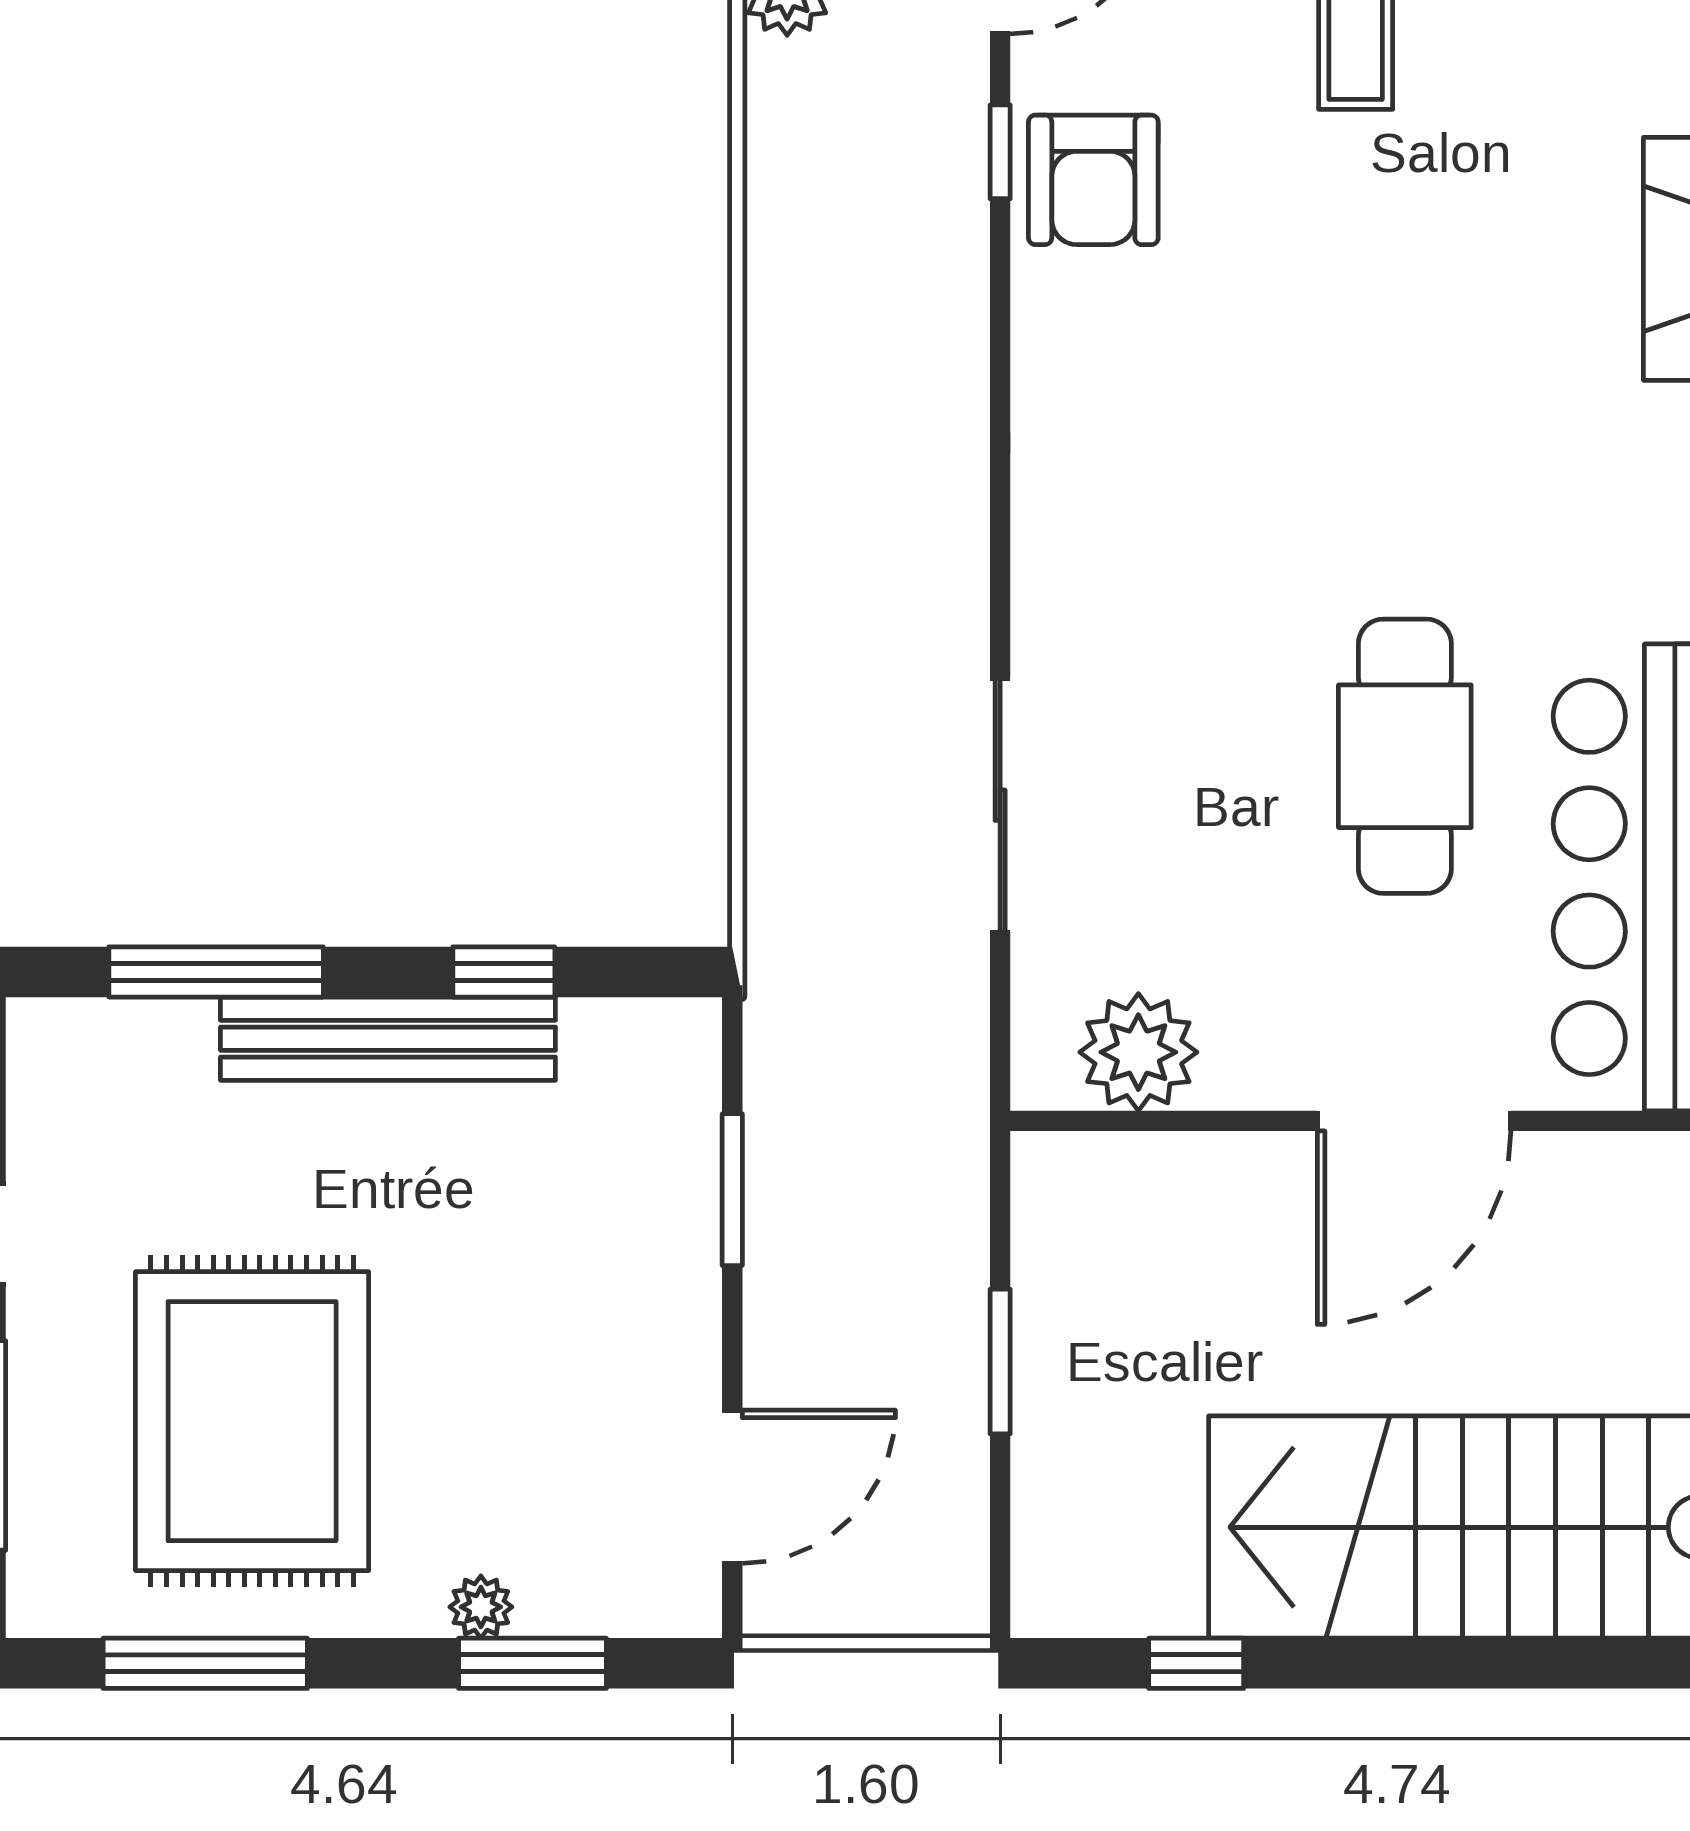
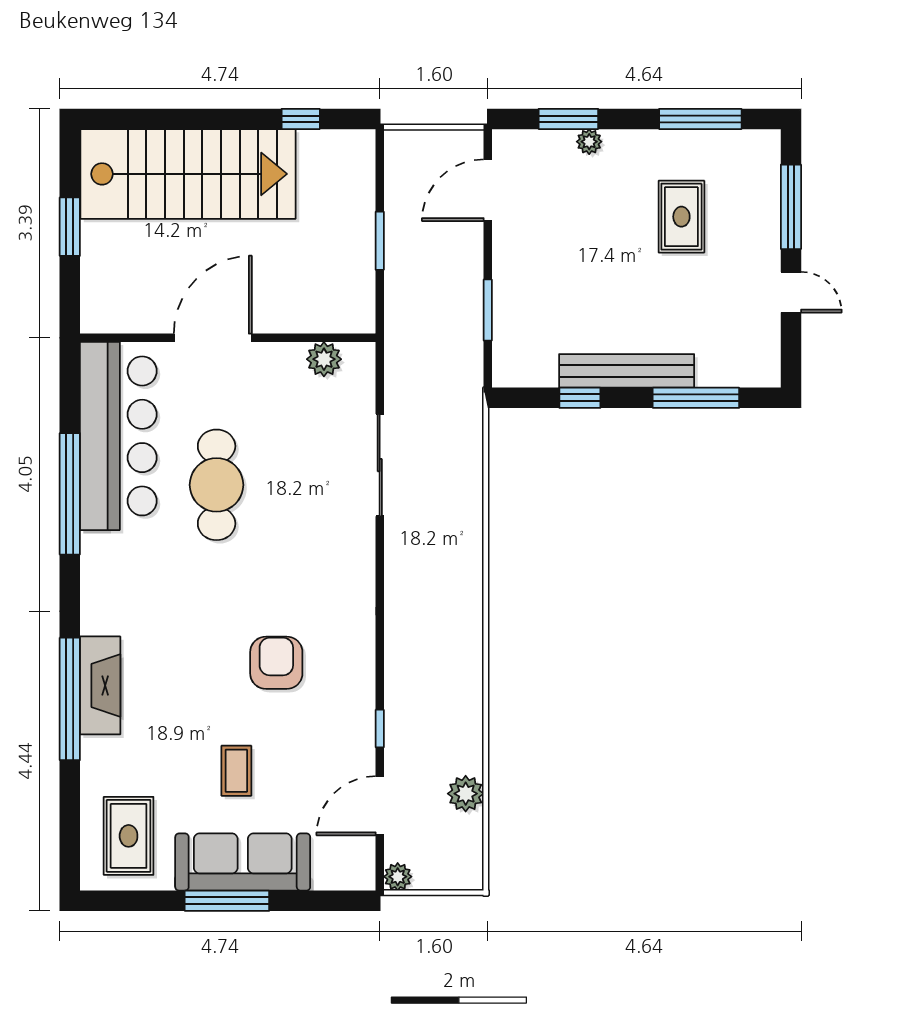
armchair: (1093, 180) -> (276, 663), moved
plant: (1138, 1052) -> (324, 359), width x0.73, depth x0.73
rug: (252, 1421) -> (681, 217), width x0.54, depth x0.49

